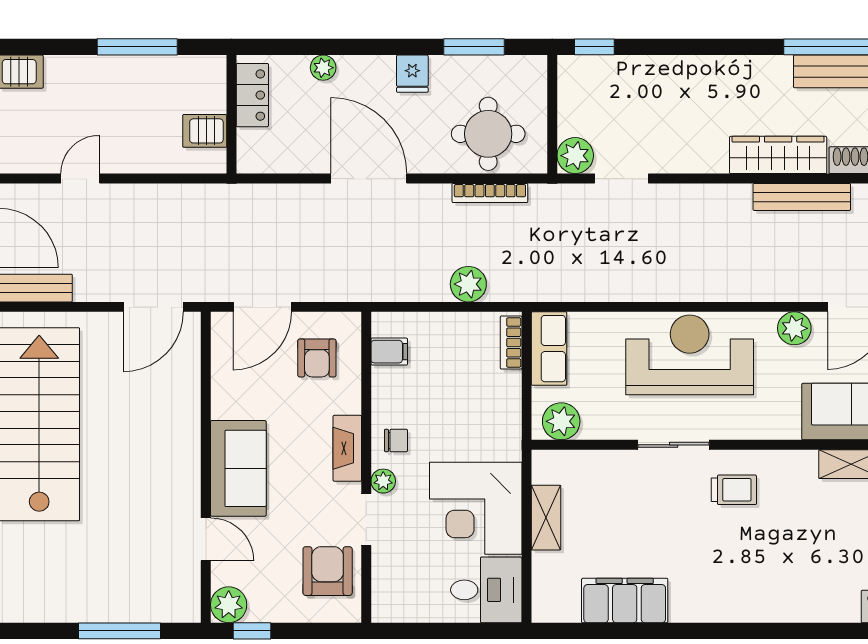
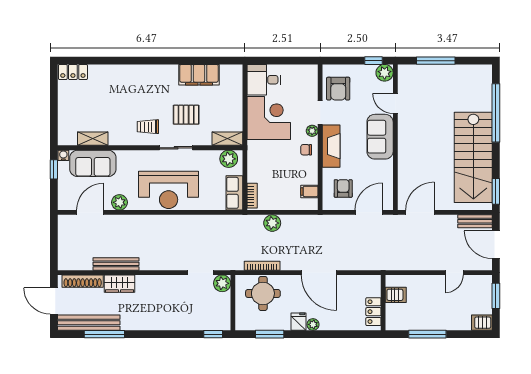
plant: (323, 68) -> (313, 324), moved
wardrobe: (778, 155) -> (120, 284), width x0.67
fireplace: (347, 448) -> (331, 146), width x1.37, depth x1.32
pallet: (652, 515) -> (186, 115), added
shelving: (546, 518) -> (227, 139), moved, turned 90

